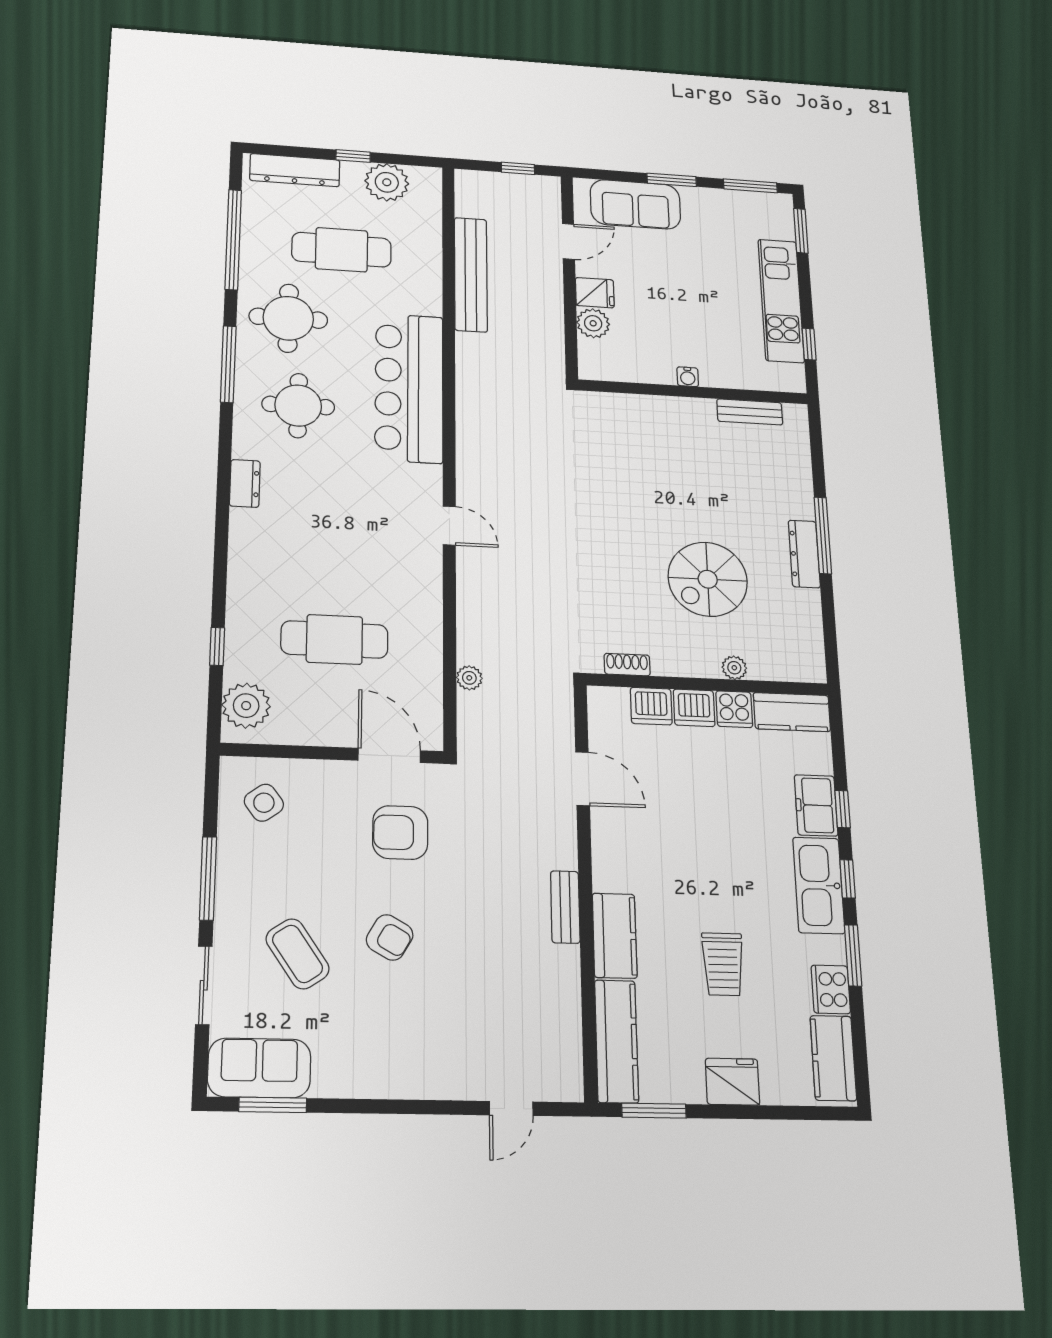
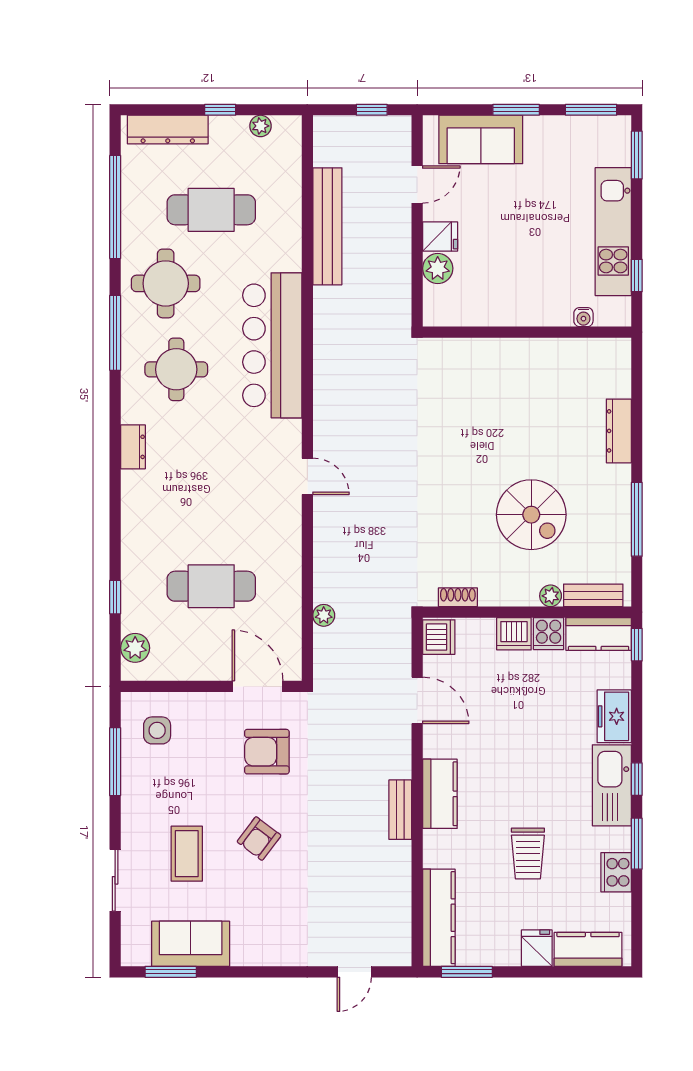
plant: (387, 182) -> (260, 126), width x0.53, depth x0.53
water cooler: (688, 377) -> (583, 317), moved
bench: (750, 412) -> (593, 595), moved
window: (823, 535) -> (637, 519), moved
dresser: (804, 554) -> (619, 431), moved
spiral stairs: (708, 579) -> (531, 515), turned -90
plant: (246, 706) -> (135, 648), width x0.73, depth x0.73
dishwasher: (651, 706) -> (439, 637), moved, turned -90
side table: (264, 803) -> (157, 730), turned 36
window: (843, 809) -> (637, 645), moved
window: (208, 878) -> (115, 762), moved
kitchen counter: (615, 936) -> (440, 794), moved
armchair: (390, 937) -> (259, 839), turned 97
coffee table: (298, 954) -> (187, 854), turned 34
kitchen counter: (833, 1058) -> (588, 949), moved, turned 90
sofa: (259, 1068) -> (191, 944), moved
fridge: (732, 1082) -> (537, 948), width x0.72

